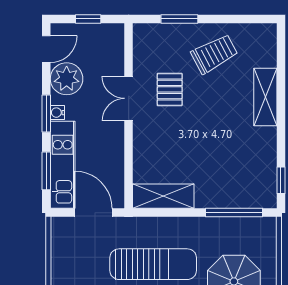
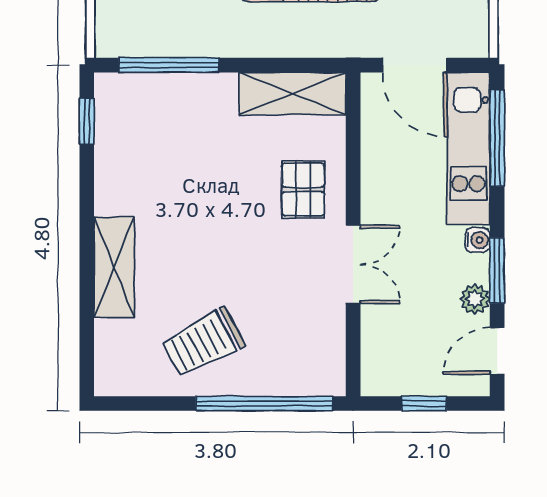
window: (179, 19) -> (264, 404), width x2.11
plant: (67, 79) -> (475, 299), width x0.53, depth x0.53
pallet: (170, 89) -> (303, 189), moved
window: (46, 114) -> (497, 271), moved
window: (46, 171) -> (497, 138), width x1.44

